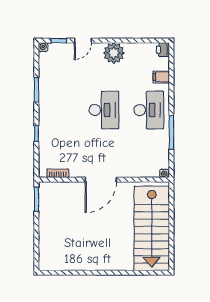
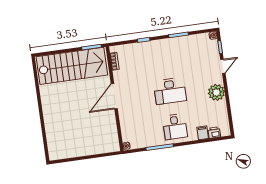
door: (83, 41) -> (223, 66), swing flipped
printer: (163, 50) -> (214, 133), moved
desk: (149, 110) -> (175, 127), width x0.73
door: (101, 180) -> (114, 96), hinge flipped
stairs: (152, 228) -> (72, 66), moved, turned 180

